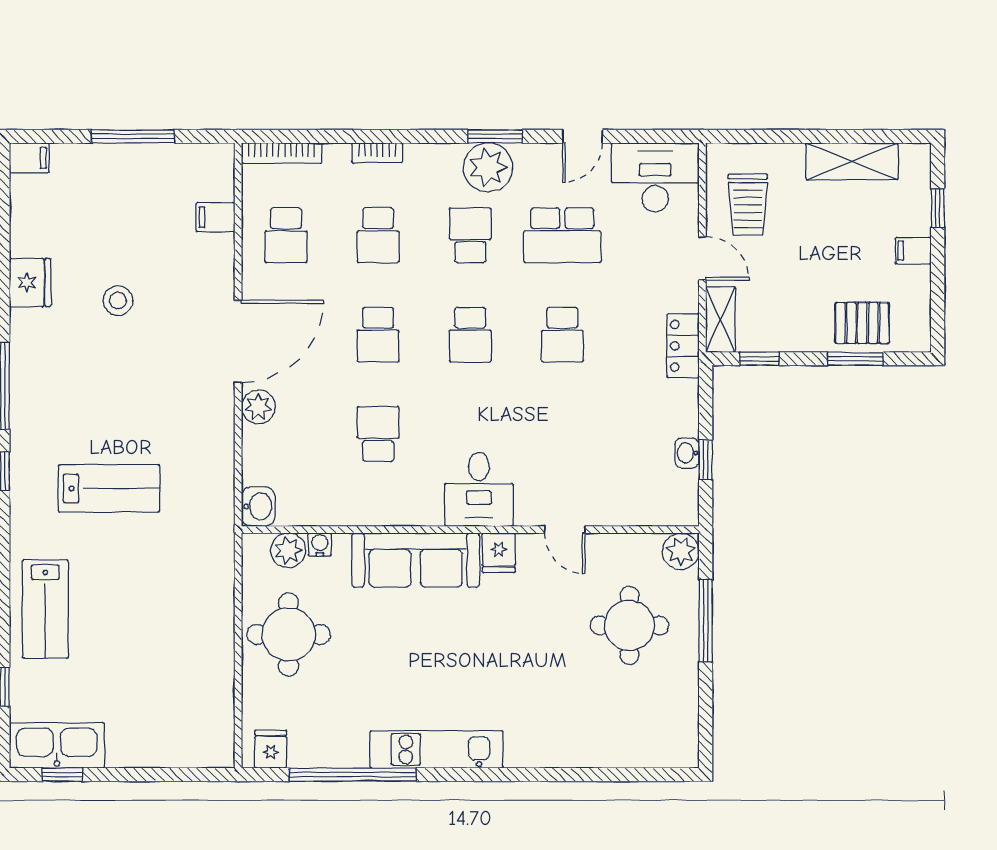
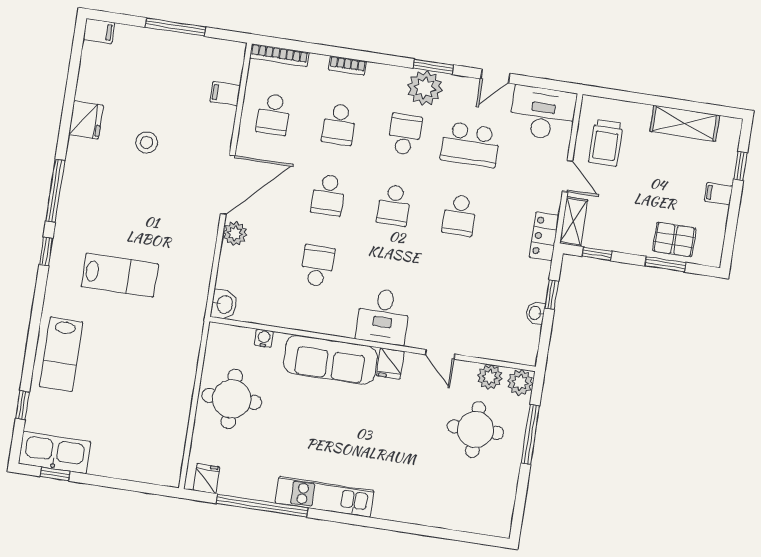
window: (706, 460) -> (552, 295), moved
plant: (288, 550) -> (490, 377), moved

